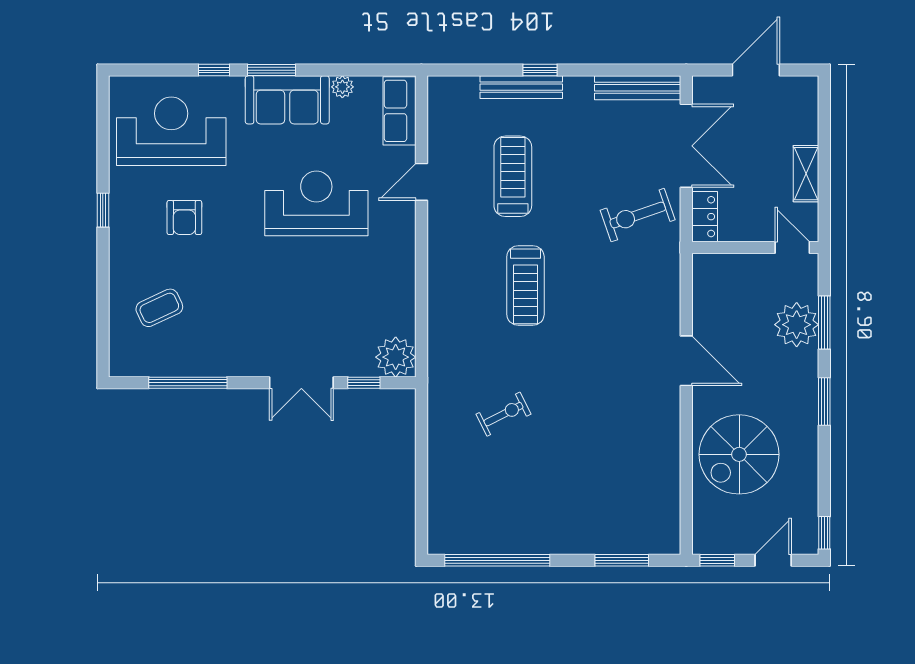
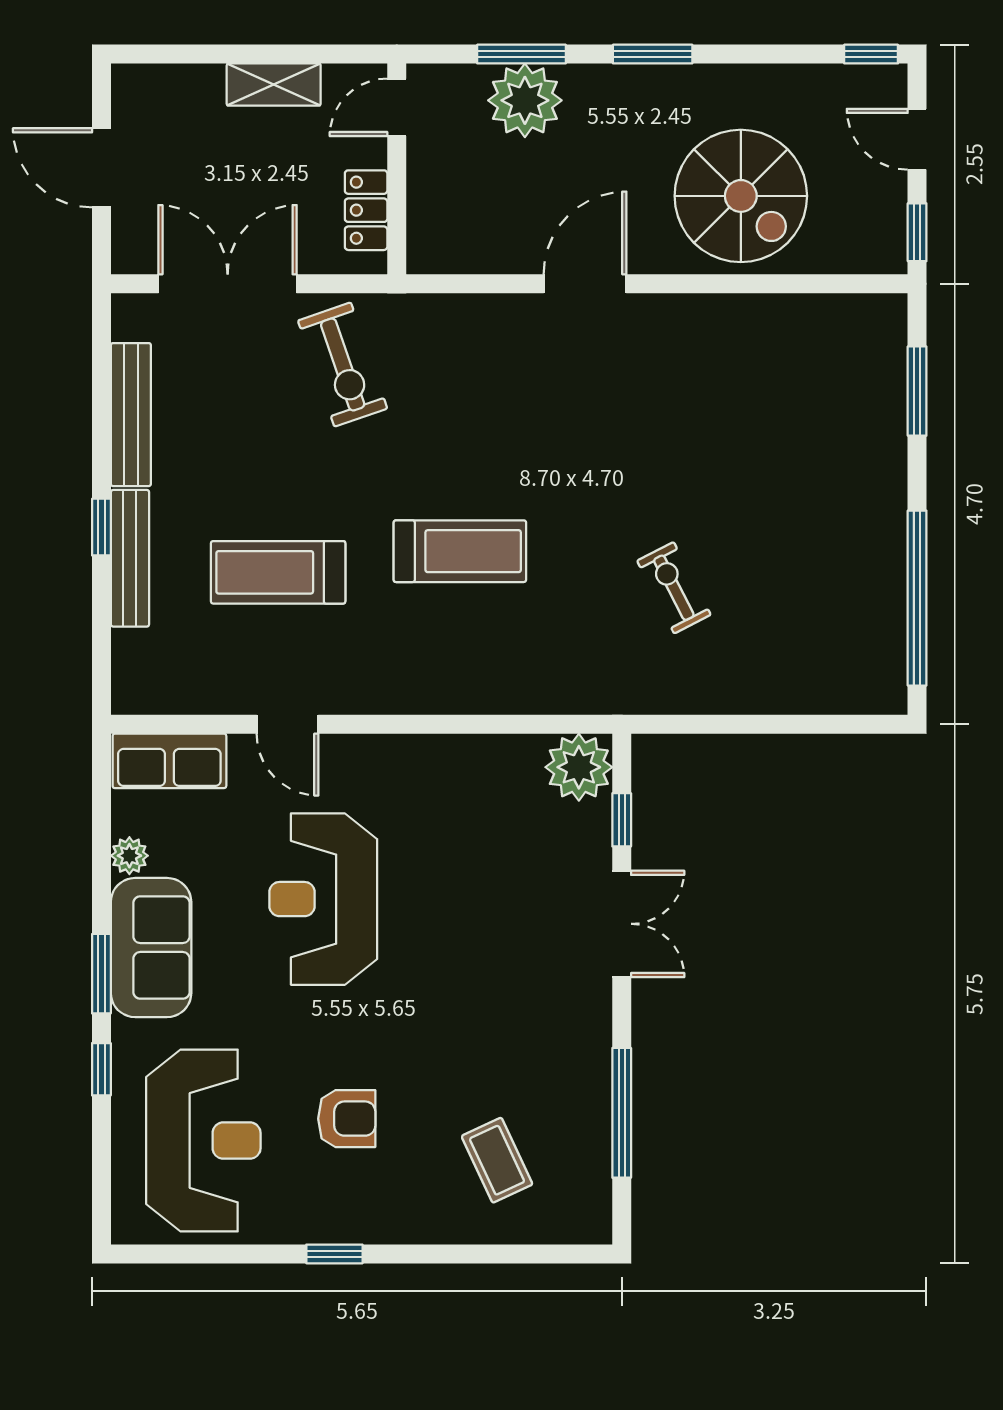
bench: (638, 88) -> (131, 415), moved
reception desk: (171, 131) -> (203, 1141), turned 180
locker: (705, 217) -> (366, 210), moved, turned -90

